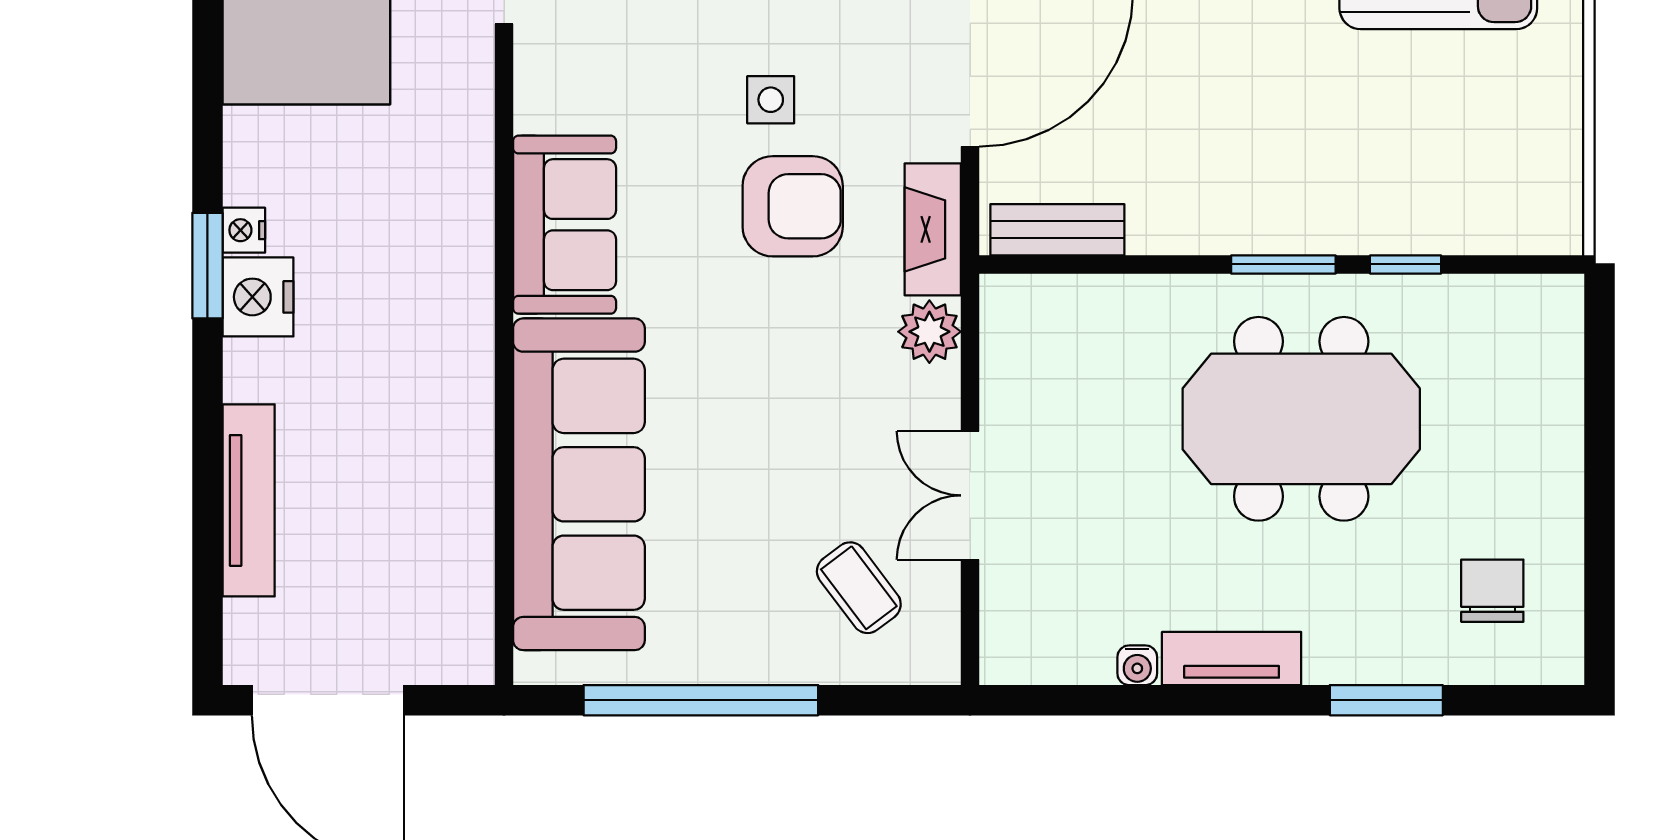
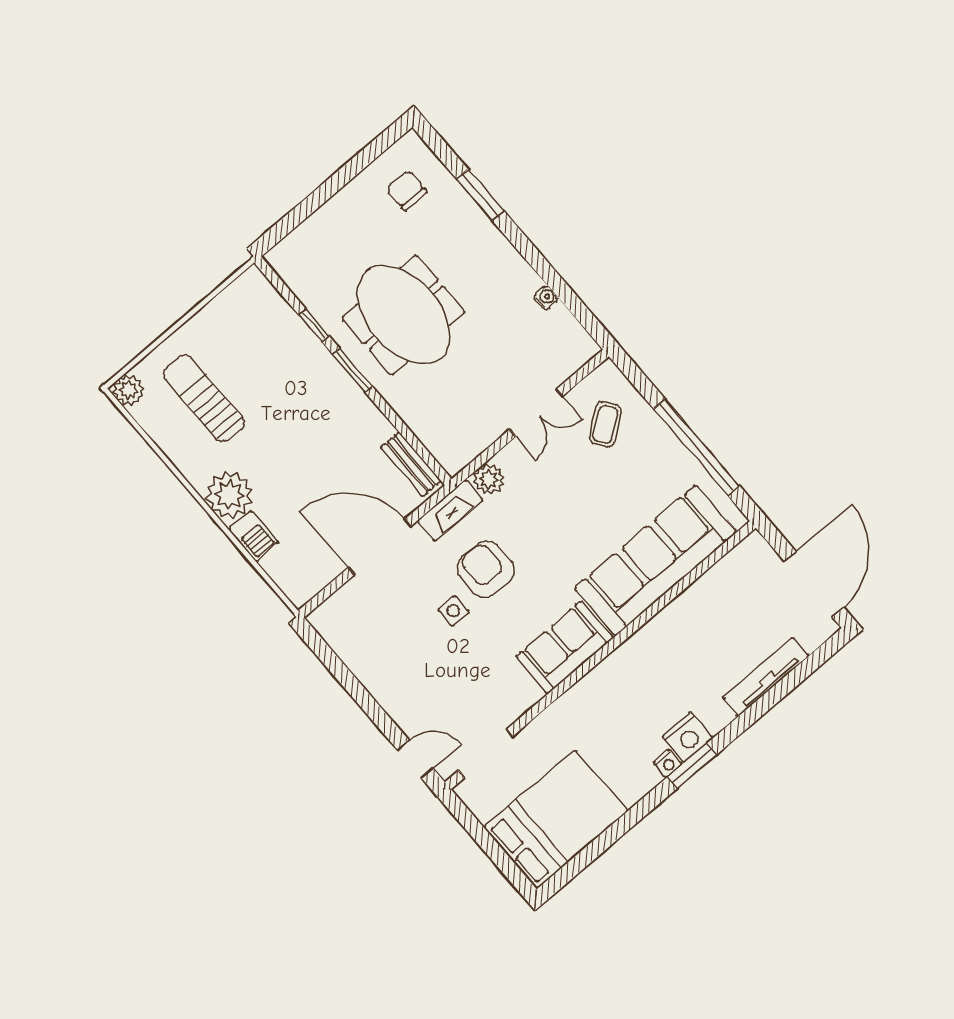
chair: (1492, 591) -> (407, 190), turned 90
tv unit: (1232, 658) -> (514, 265), removed

